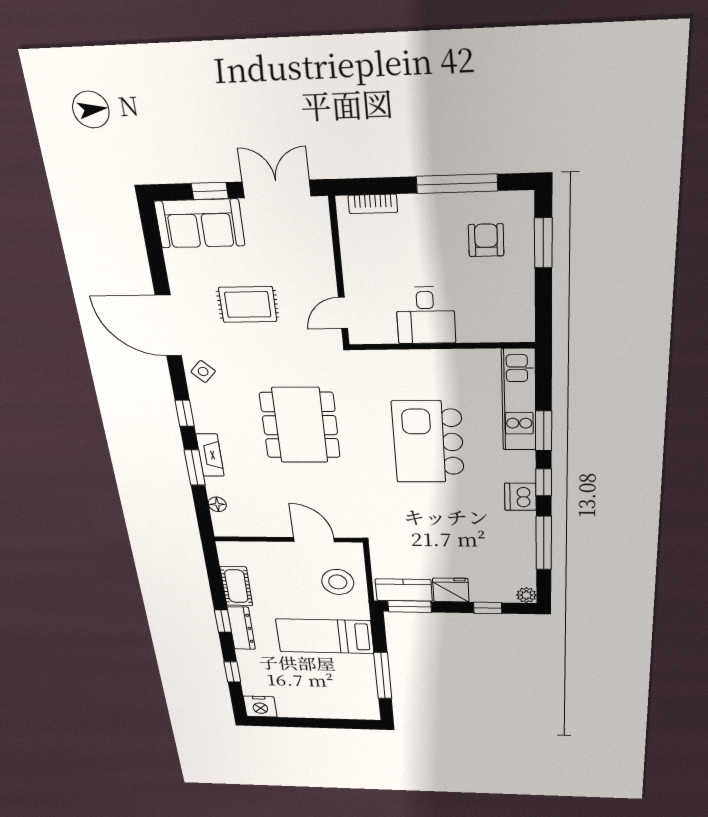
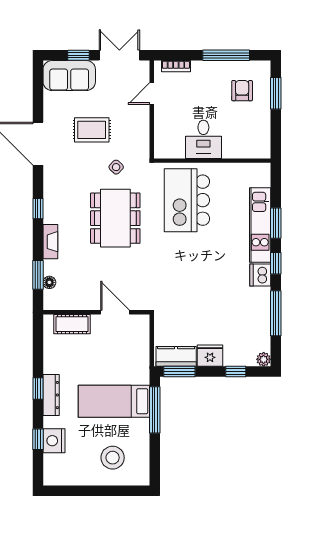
door: (343, 313) -> (152, 93), moved
side table: (203, 372) -> (116, 167), moved
kitchen unit: (519, 400) -> (260, 225), moved
kitchen island: (428, 442) -> (187, 200), moved
window: (195, 468) -> (38, 275), moved
stool: (338, 582) -> (113, 458), moved
cot: (236, 586) -> (72, 324), moved, turned 90
window: (383, 676) -> (155, 410), moved
nightstand: (260, 707) -> (54, 441), moved, turned 90

